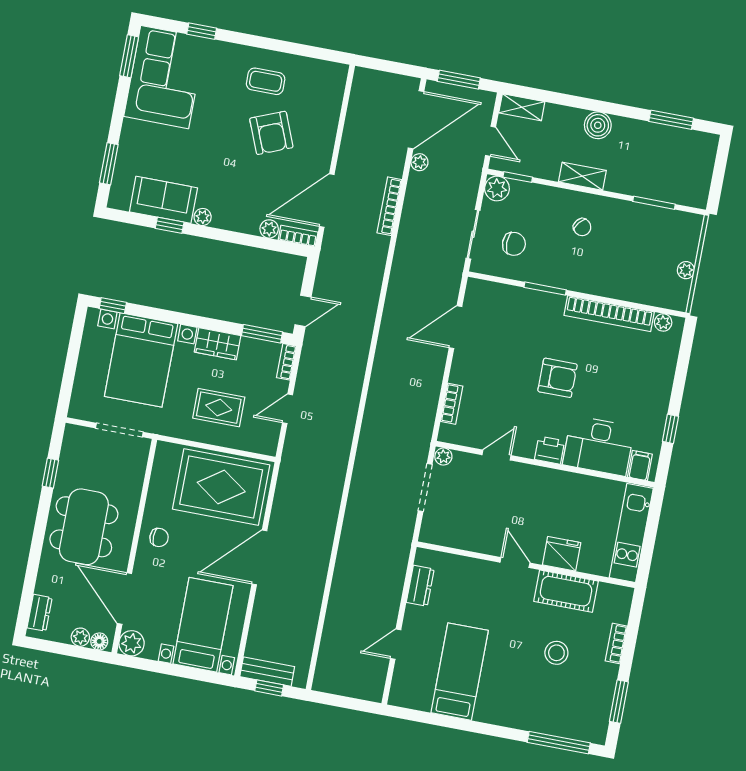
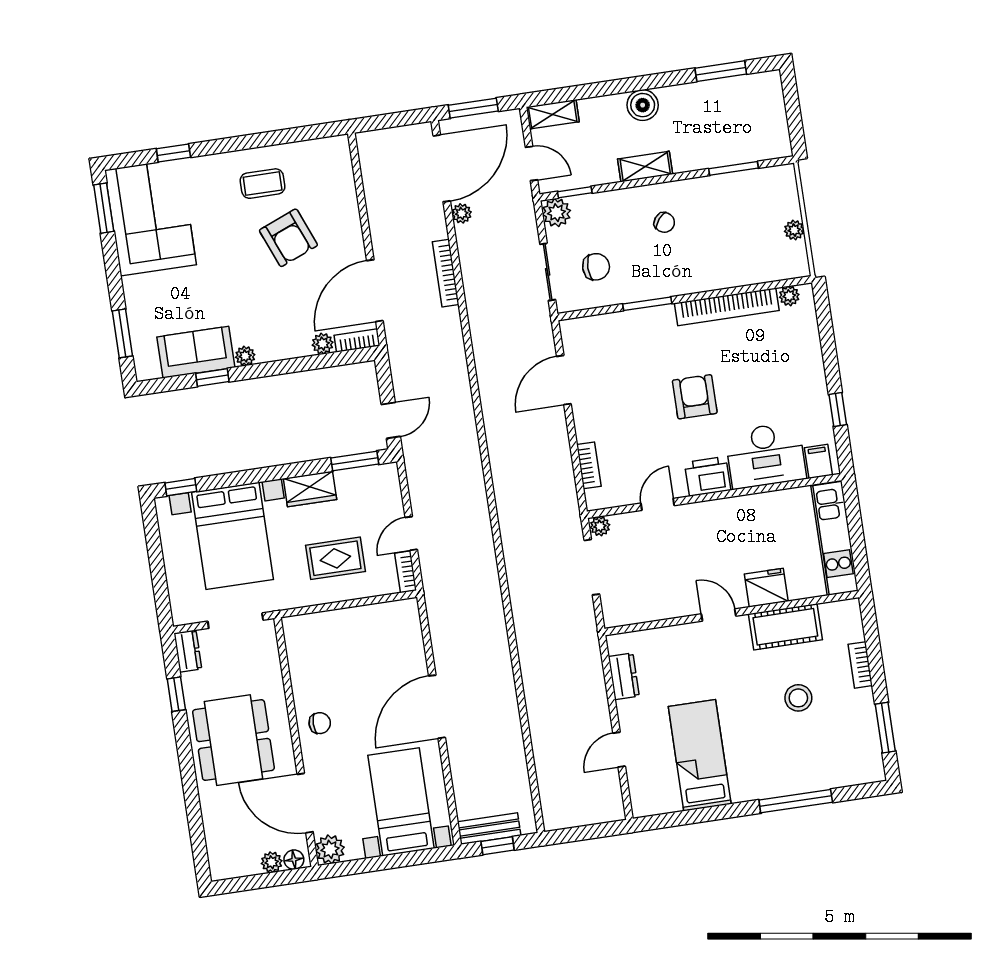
bookcase: (286, 362) -> (406, 572), moved
armchair: (557, 378) -> (695, 397), turned -90
printer: (550, 450) -> (708, 476), width x1.36, depth x1.24
rug: (221, 487) -> (368, 644), removed
dresser: (40, 613) -> (188, 651), moved
window: (559, 743) -> (796, 801), moved

